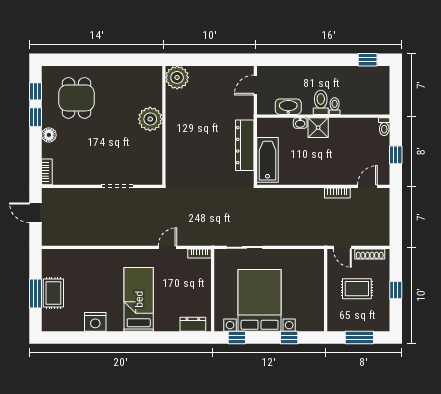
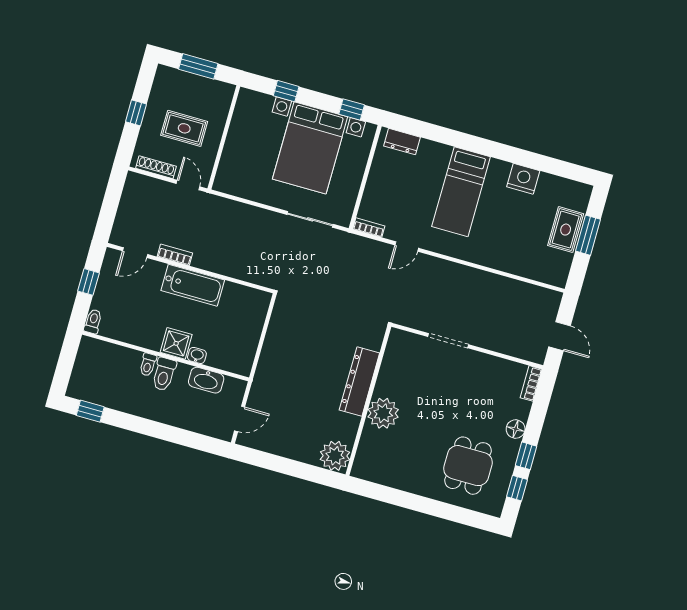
dresser: (245, 145) -> (359, 382), moved, turned 180
bathtub: (268, 160) -> (193, 285), moved, turned -90

